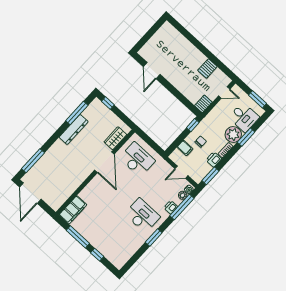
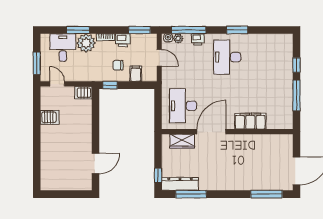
window: (258, 99) -> (37, 63), moved
dresser: (74, 129) -> (180, 184), moved
filing cabinet: (73, 210) -> (250, 121), moved

